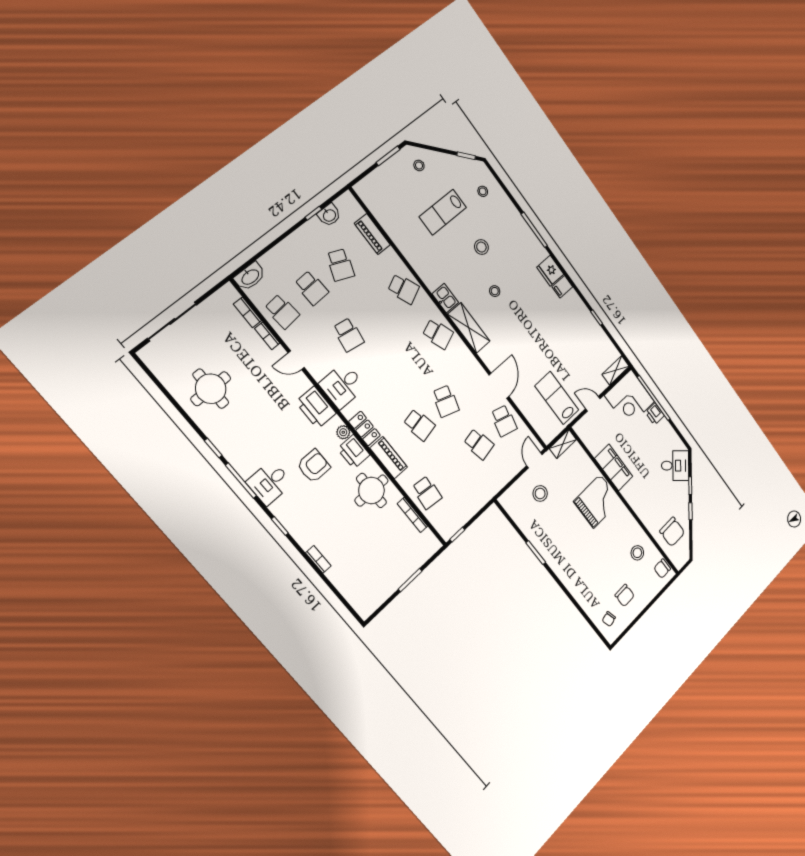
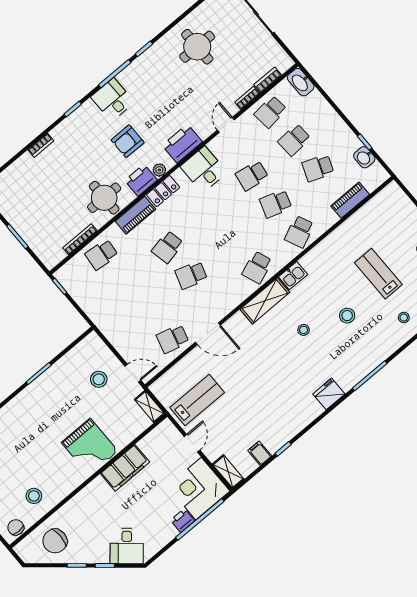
filing cabinet: (562, 287) -> (260, 453), moved
school desk: (479, 444) -> (276, 204), moved, turned 30
armchair: (314, 466) -> (128, 141), turned 90

